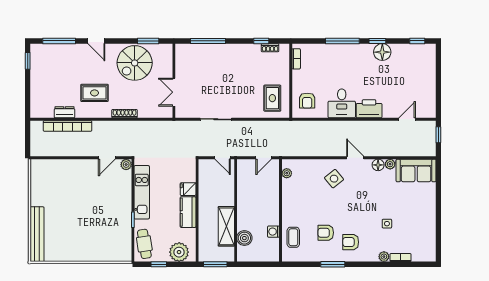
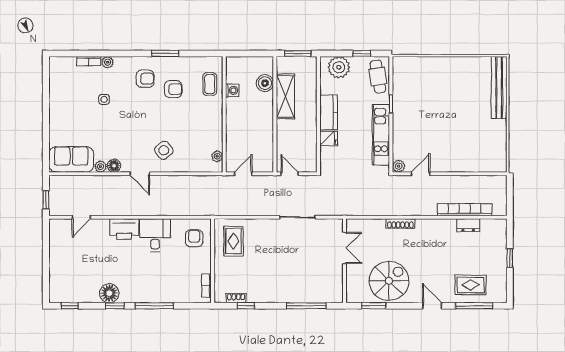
window: (28, 61) -> (510, 258), moved
rug: (94, 93) -> (471, 285), moved

